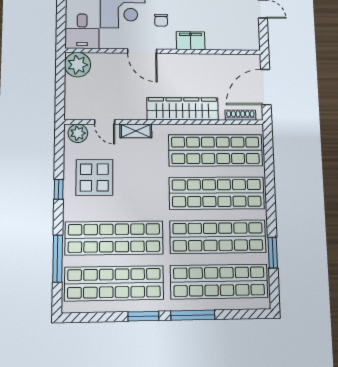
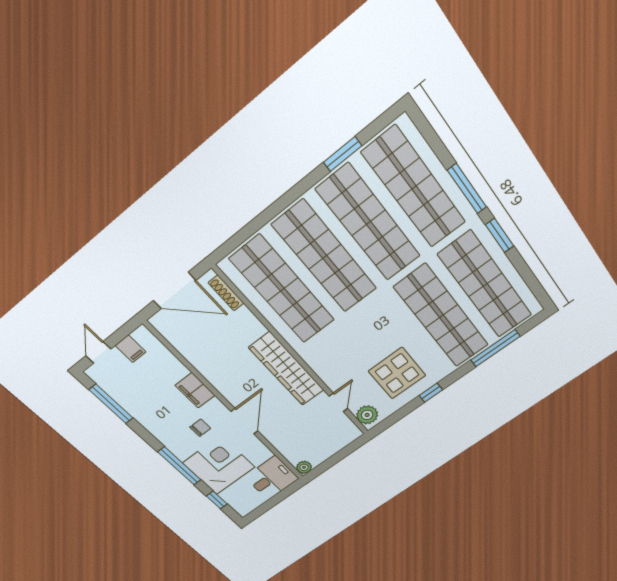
filing cabinet: (250, 29) -> (131, 349), added
plant: (78, 65) -> (304, 467), width x0.53, depth x0.53
wardrobe: (183, 109) -> (287, 369), moved
shelving: (136, 131) -> (325, 372), removed

